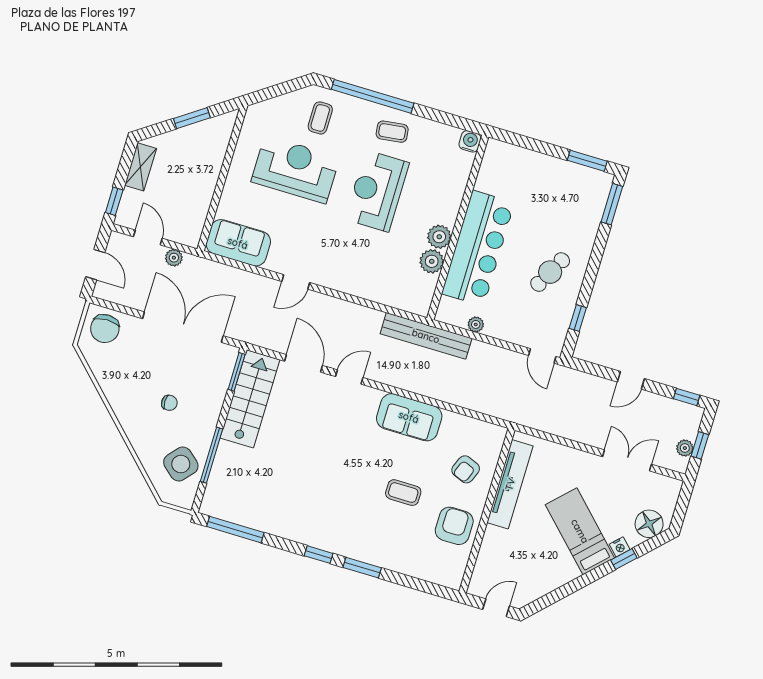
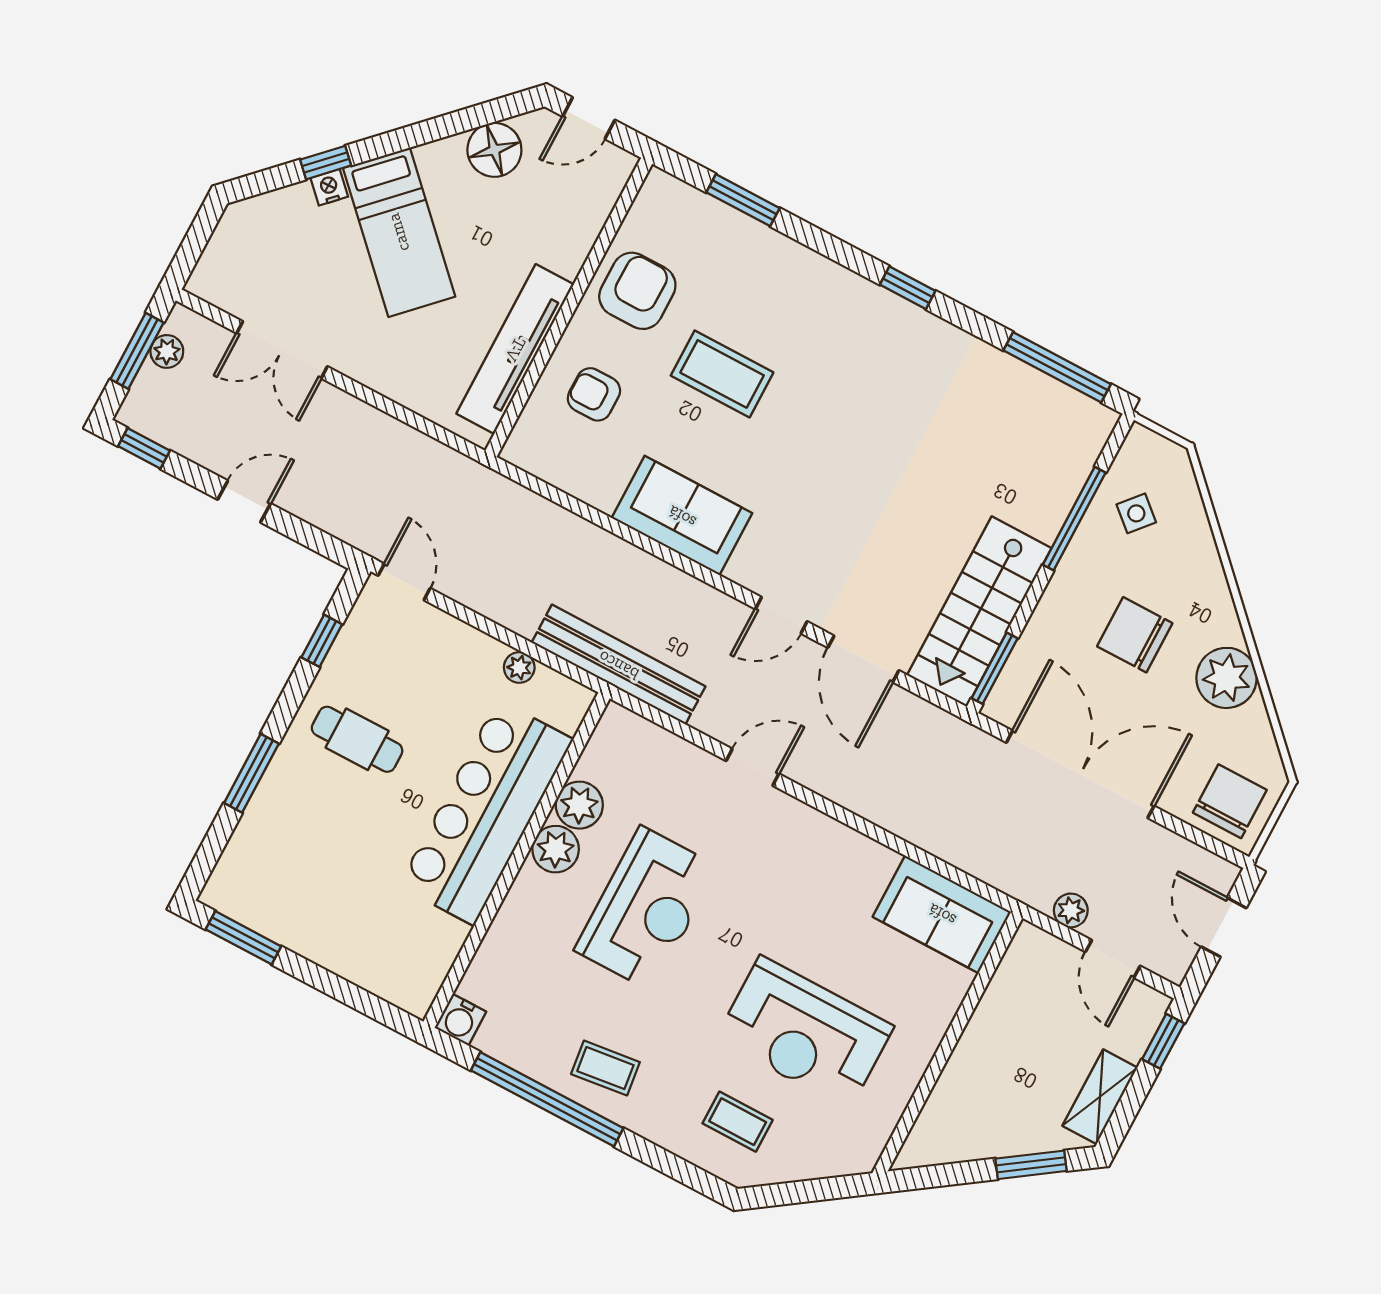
window: (373, 96) -> (547, 1099), moved
window: (192, 118) -> (1031, 1165), moved
coffee table: (320, 118) -> (738, 1122), turned 90
reception desk: (377, 191) -> (646, 908), moved
window: (612, 204) -> (251, 773), moved
cafe table: (550, 272) -> (357, 739), turned 62
door: (296, 282) -> (753, 767), moved
double door: (183, 327) -> (1080, 774), swing flipped
plant: (119, 390) -> (1227, 678), added
chair: (169, 403) -> (1135, 635), width x1.87, depth x1.87
window: (700, 445) -> (137, 351), width x1.50
side table: (181, 464) -> (1136, 513), width x0.54, depth x0.54
armchair: (466, 469) -> (594, 394), turned -112
coffee table: (403, 493) -> (722, 374), width x1.36, depth x1.30
floor lamp: (649, 524) -> (494, 150), moved
armchair: (454, 526) -> (637, 291), turned 180
window: (362, 568) -> (743, 200), moved

